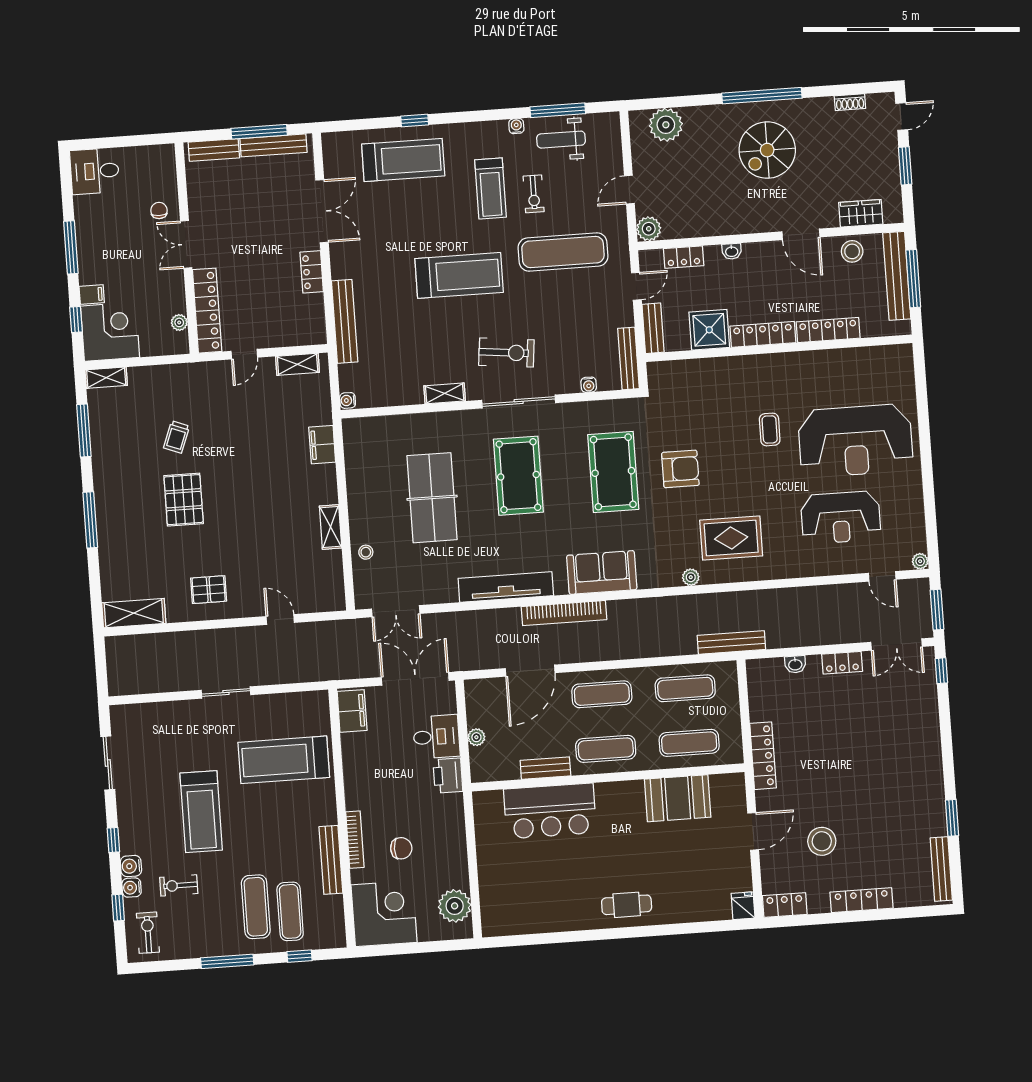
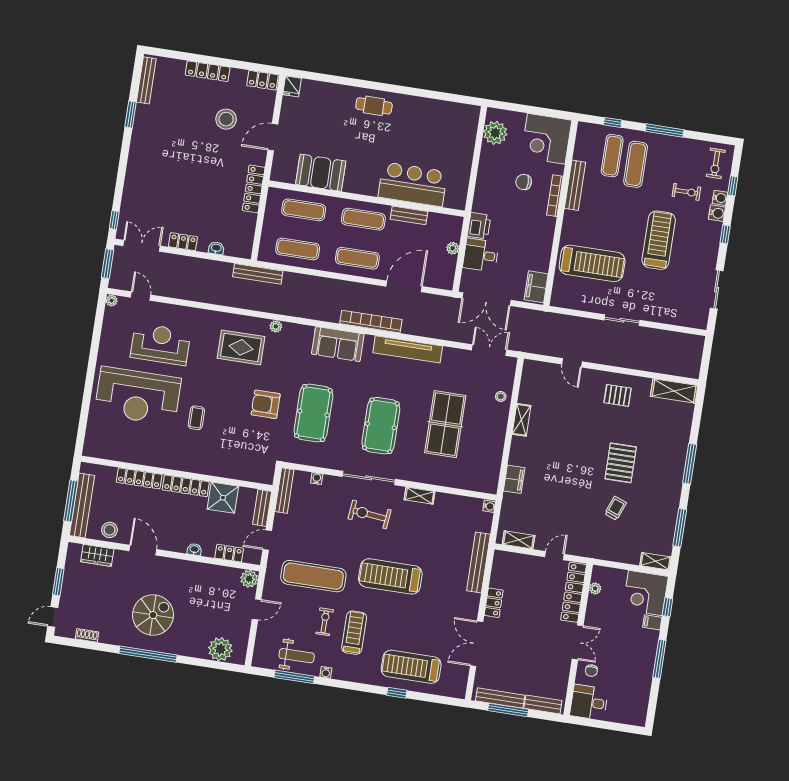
desk: (95, 171) -> (589, 702), moved, turned 180
reception desk: (855, 441) -> (138, 396), turned 180

